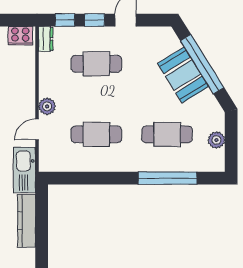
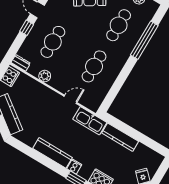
window: (65, 20) -> (16, 45), removed
plant: (47, 106) -> (45, 76), moved
door: (37, 129) -> (70, 99), swing flipped

